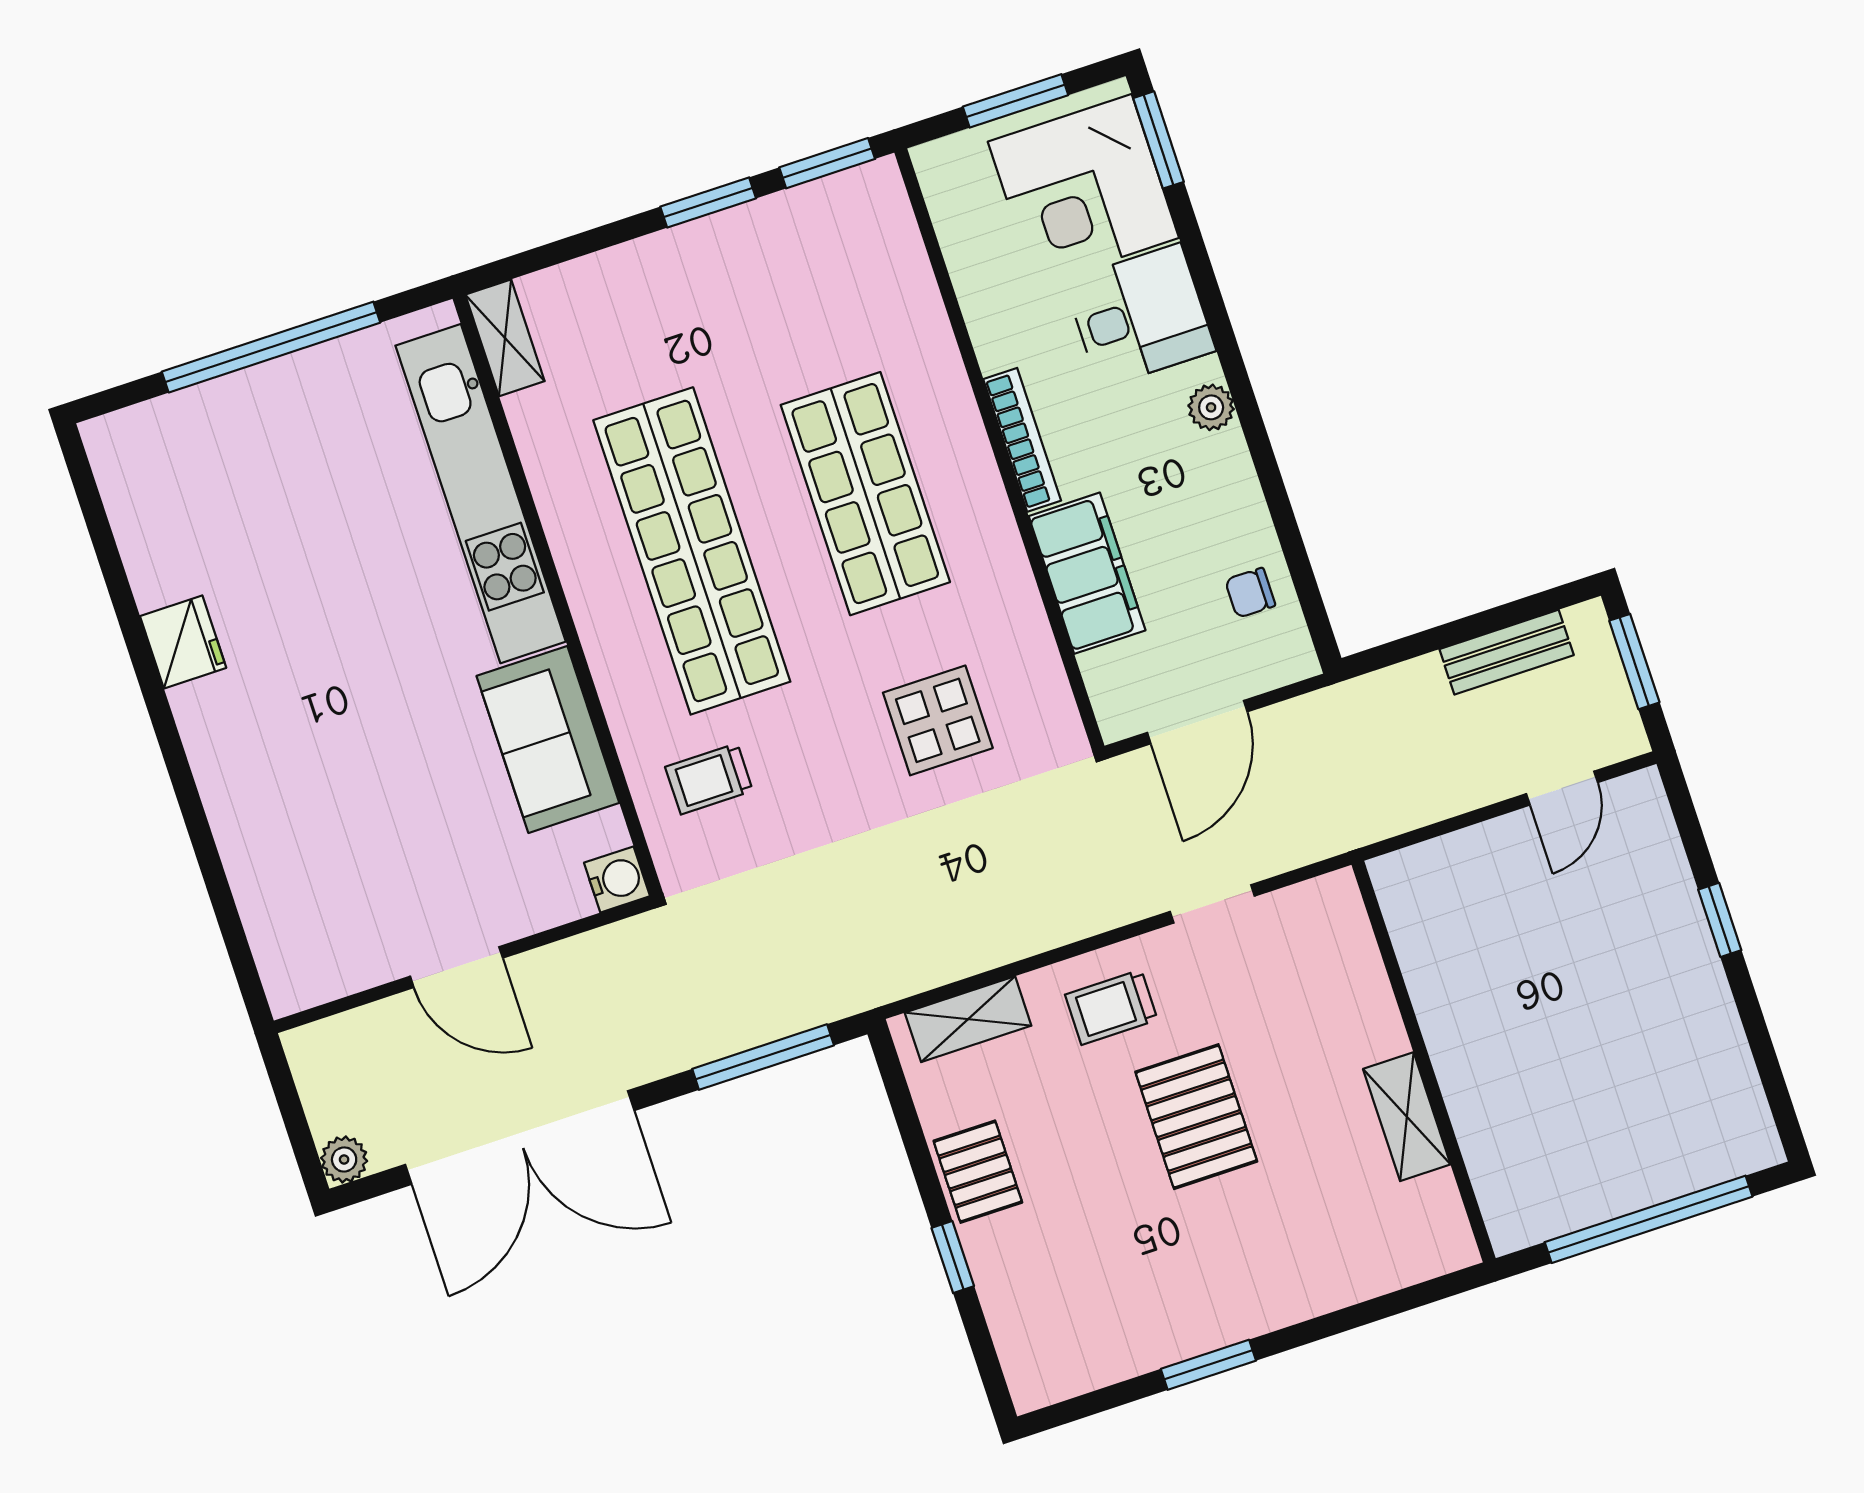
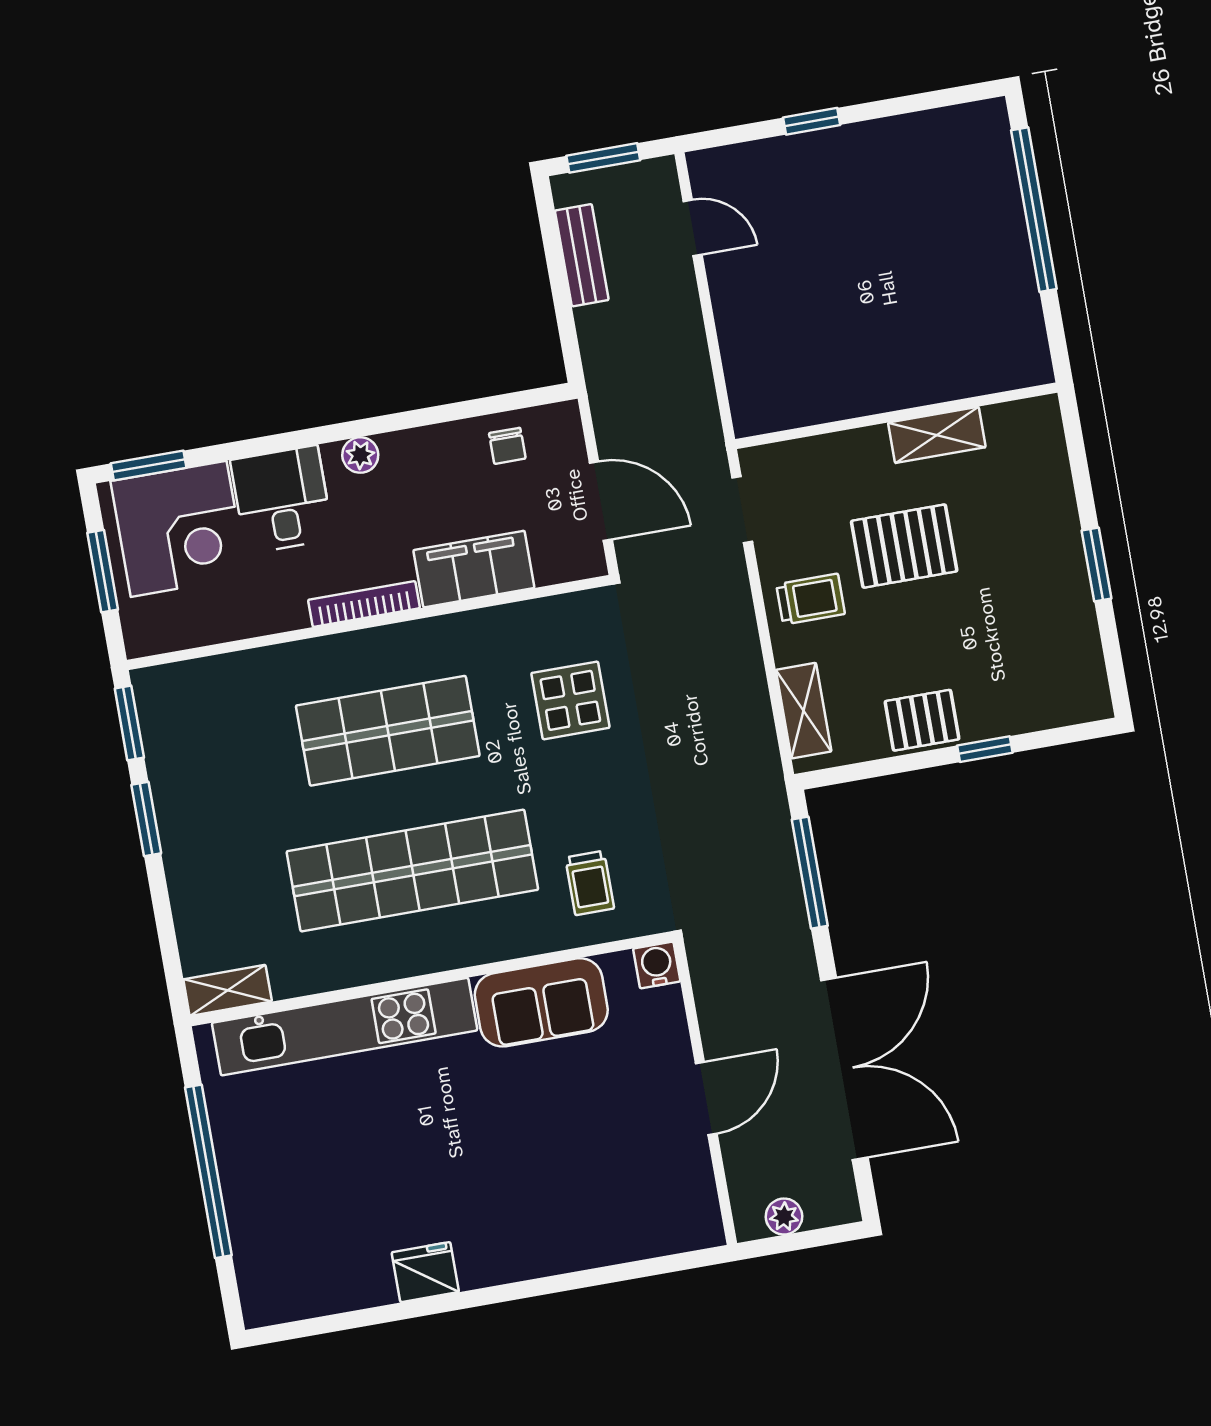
trolley: (1111, 1007) -> (810, 599), turned -90
wall: (1424, 1061) -> (896, 416), moved
shelving: (1407, 1117) -> (937, 435), moved
plant: (344, 1159) -> (784, 1217), moved

